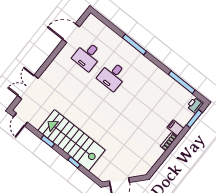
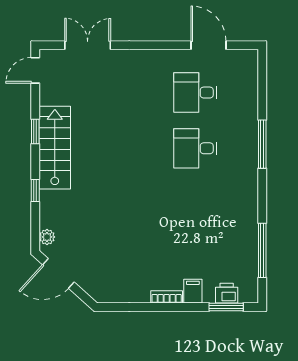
printer: (195, 105) -> (227, 293), moved
stairs: (71, 140) -> (55, 148), width x0.73, depth x0.66
plant: (99, 174) -> (47, 237), added

